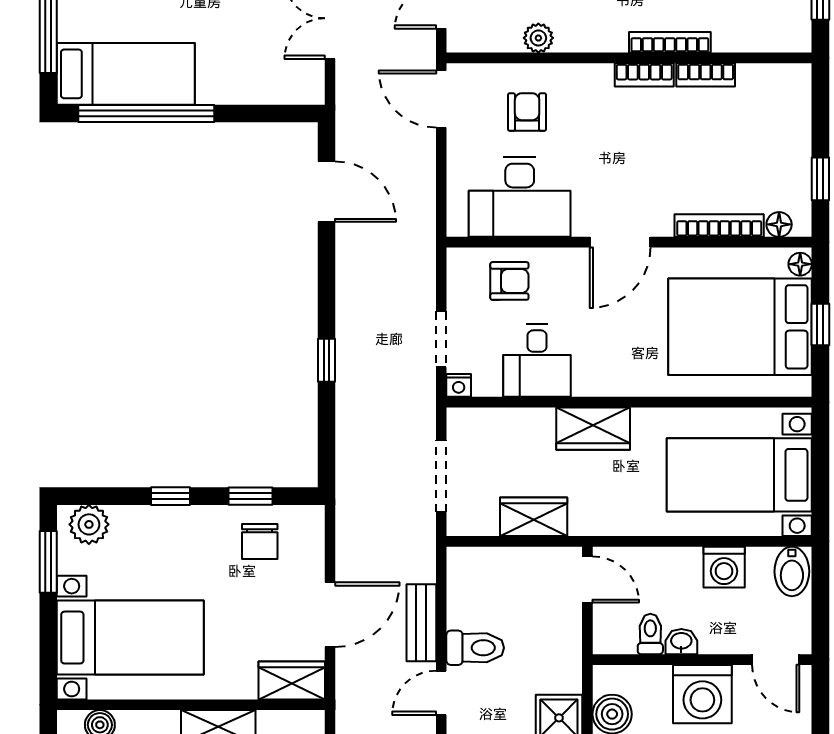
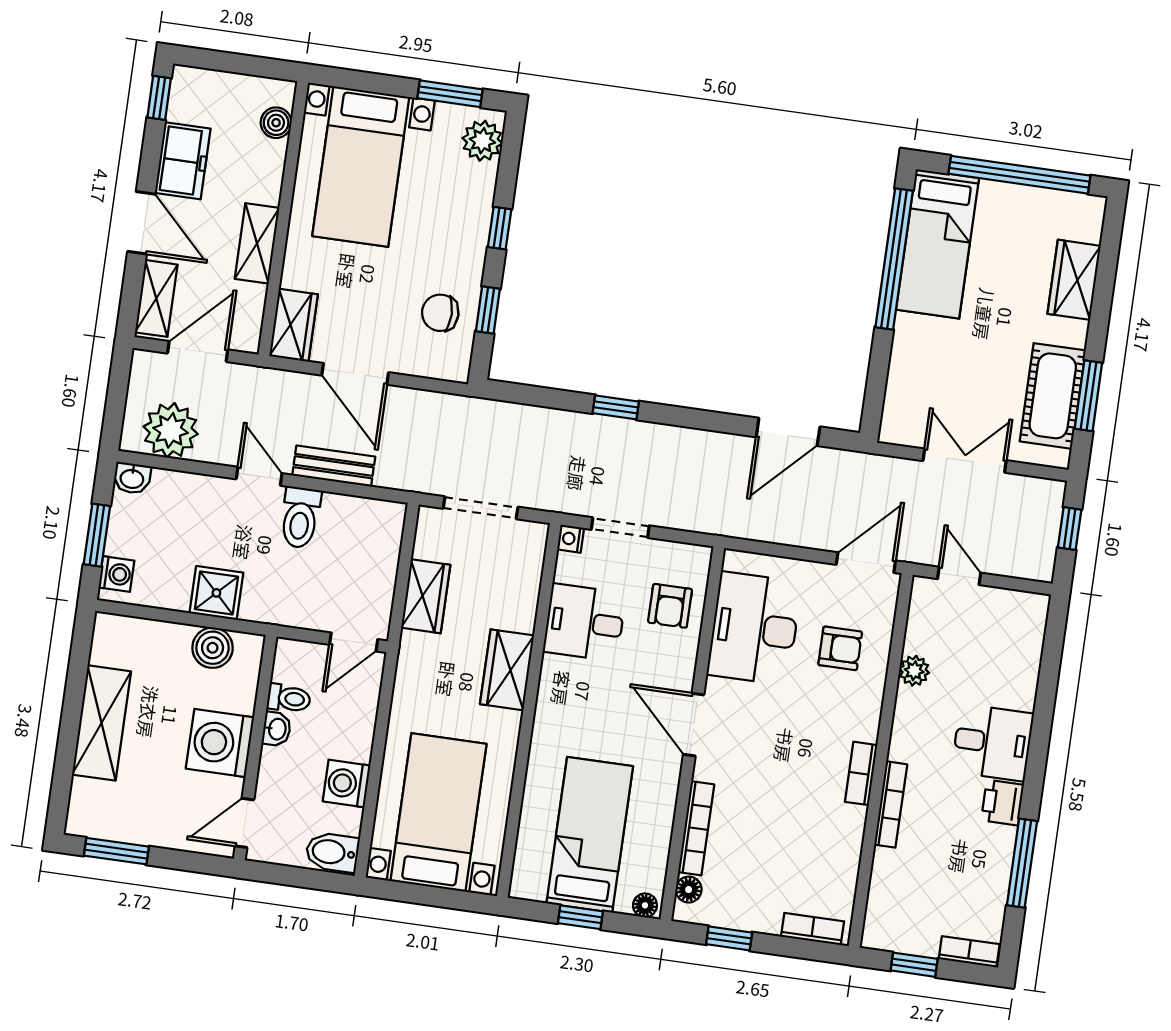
bookcase: (706, 75) -> (813, 929), moved, turned 90
bed: (740, 327) -> (590, 835), width x0.67

